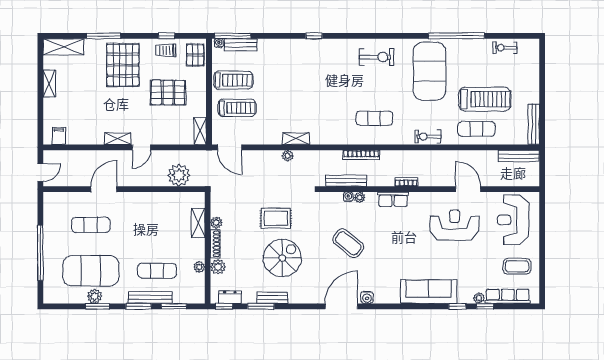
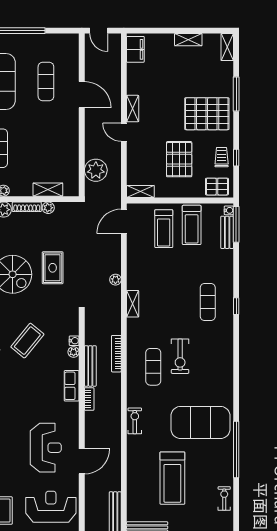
shelving: (63, 47) -> (227, 47), width x0.67, depth x0.75
exercise bike: (377, 57) -> (180, 356), moved
exercise mat: (476, 129) -> (208, 302), moved
filing cabinet: (59, 136) -> (135, 49), width x2.00
shelving: (296, 139) -> (133, 304), moved
bench: (346, 181) -> (90, 366), moved

